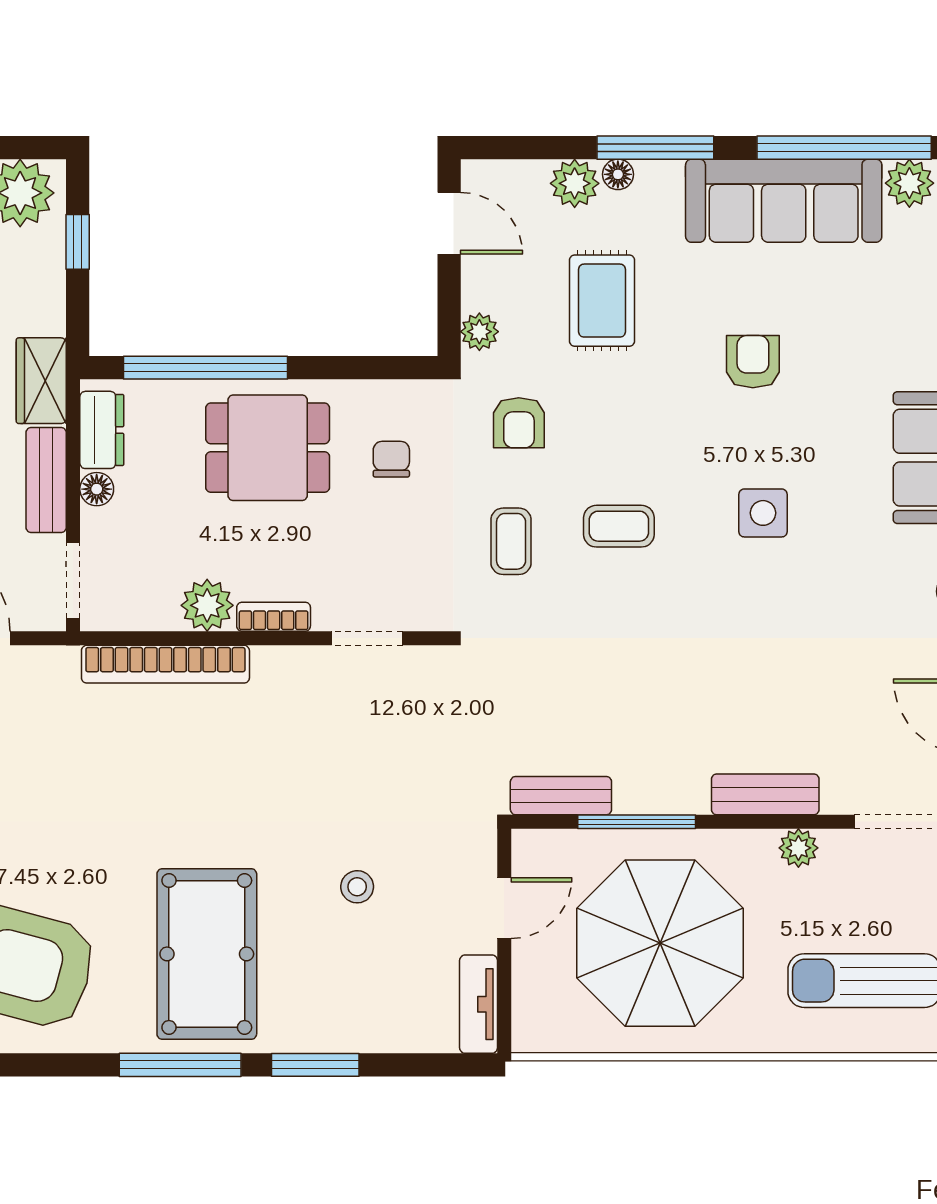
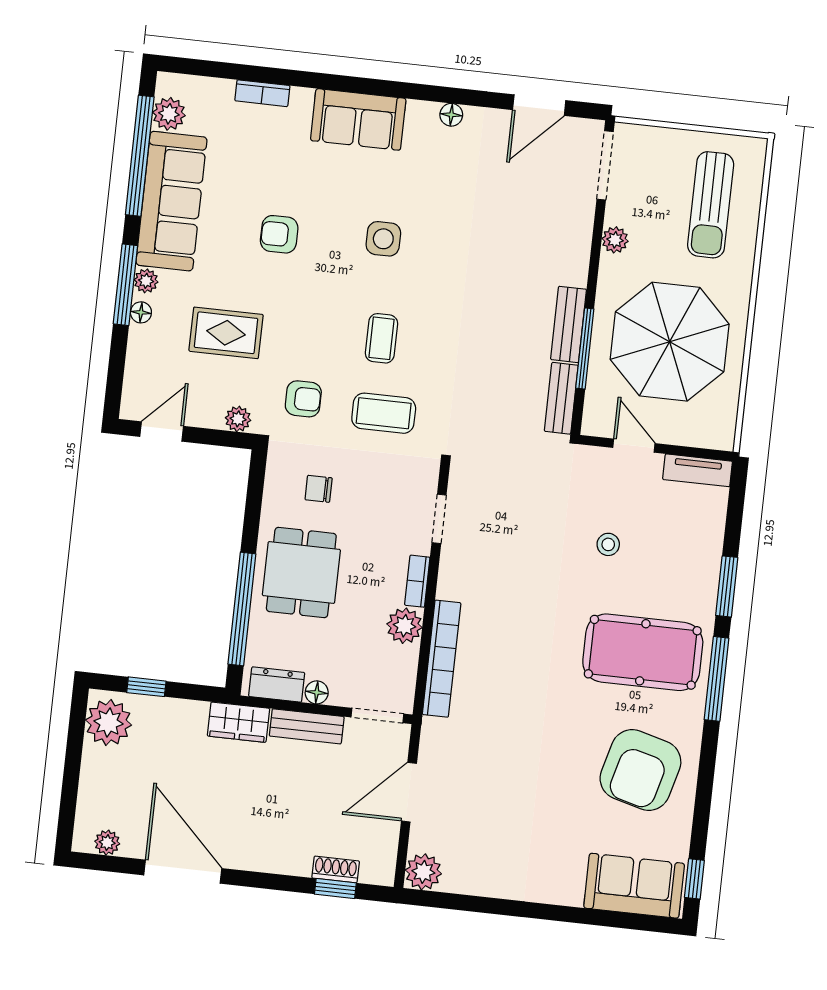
plant: (575, 183) -> (146, 281), moved, width x0.73, depth x0.73
coffee table: (511, 541) -> (384, 413), width x1.36, depth x1.30
bench: (765, 794) -> (569, 324), moved

